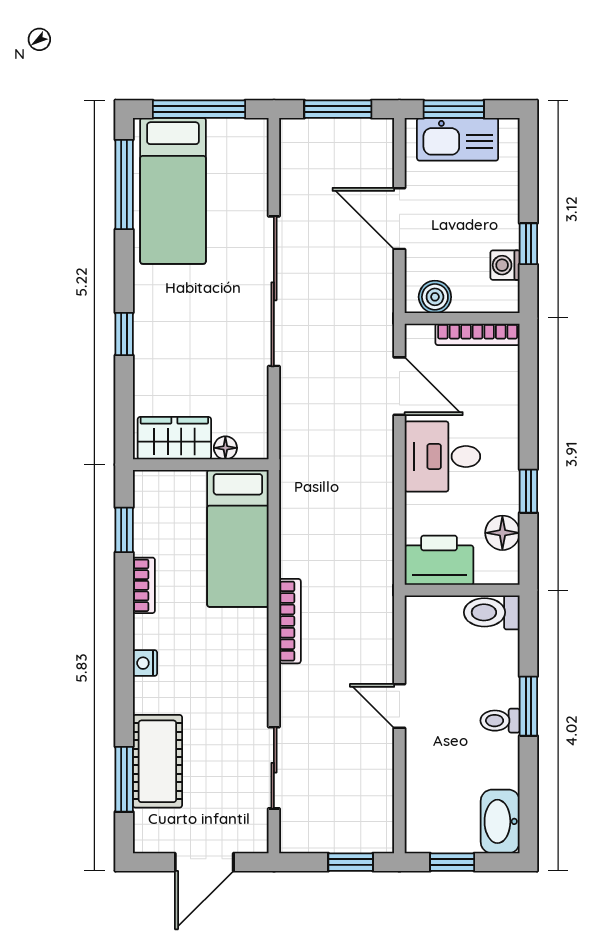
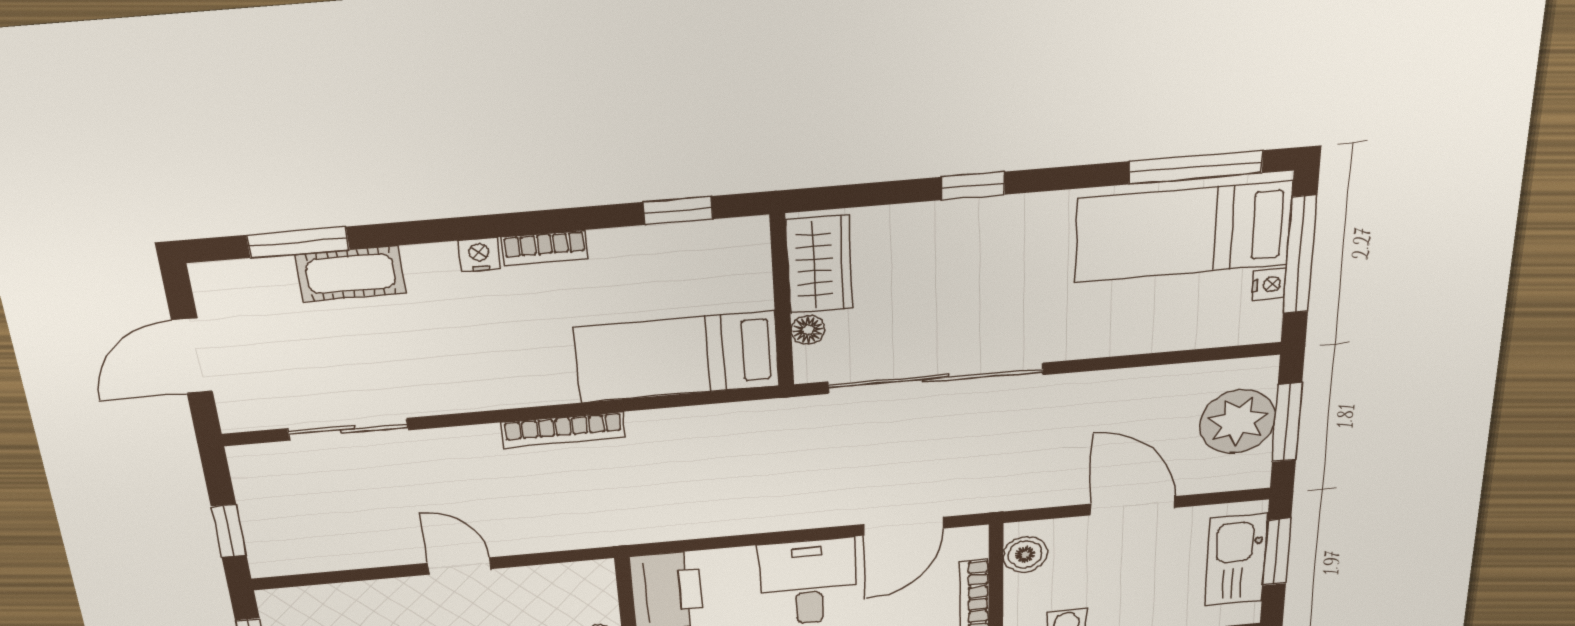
nightstand: (221, 129) -> (1269, 284), added
plant: (333, 145) -> (1238, 422), added
door: (399, 219) -> (1132, 506), hinge flipped
sliding door: (274, 291) -> (936, 378), moved
bookcase: (144, 585) -> (545, 248), moved
door: (399, 706) -> (459, 566), hinge flipped
cot: (157, 761) -> (351, 274), width x0.73, depth x0.75
door: (204, 862) -> (192, 356), hinge flipped

